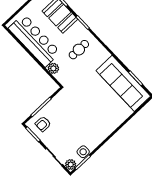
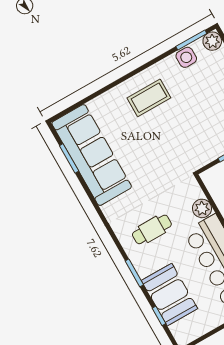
coffee table: (99, 124) -> (149, 98), added

